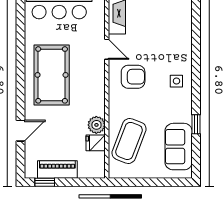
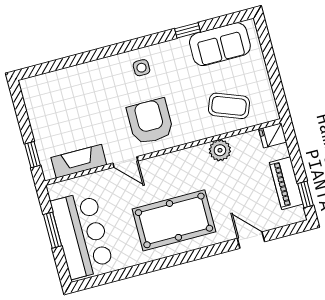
door: (107, 49) -> (125, 162), swing flipped
armchair: (133, 77) -> (150, 121), width x1.36, depth x1.36
coffee table: (129, 141) -> (229, 106), width x0.73, depth x0.76
fridge: (96, 143) -> (273, 135), moved, turned 90

